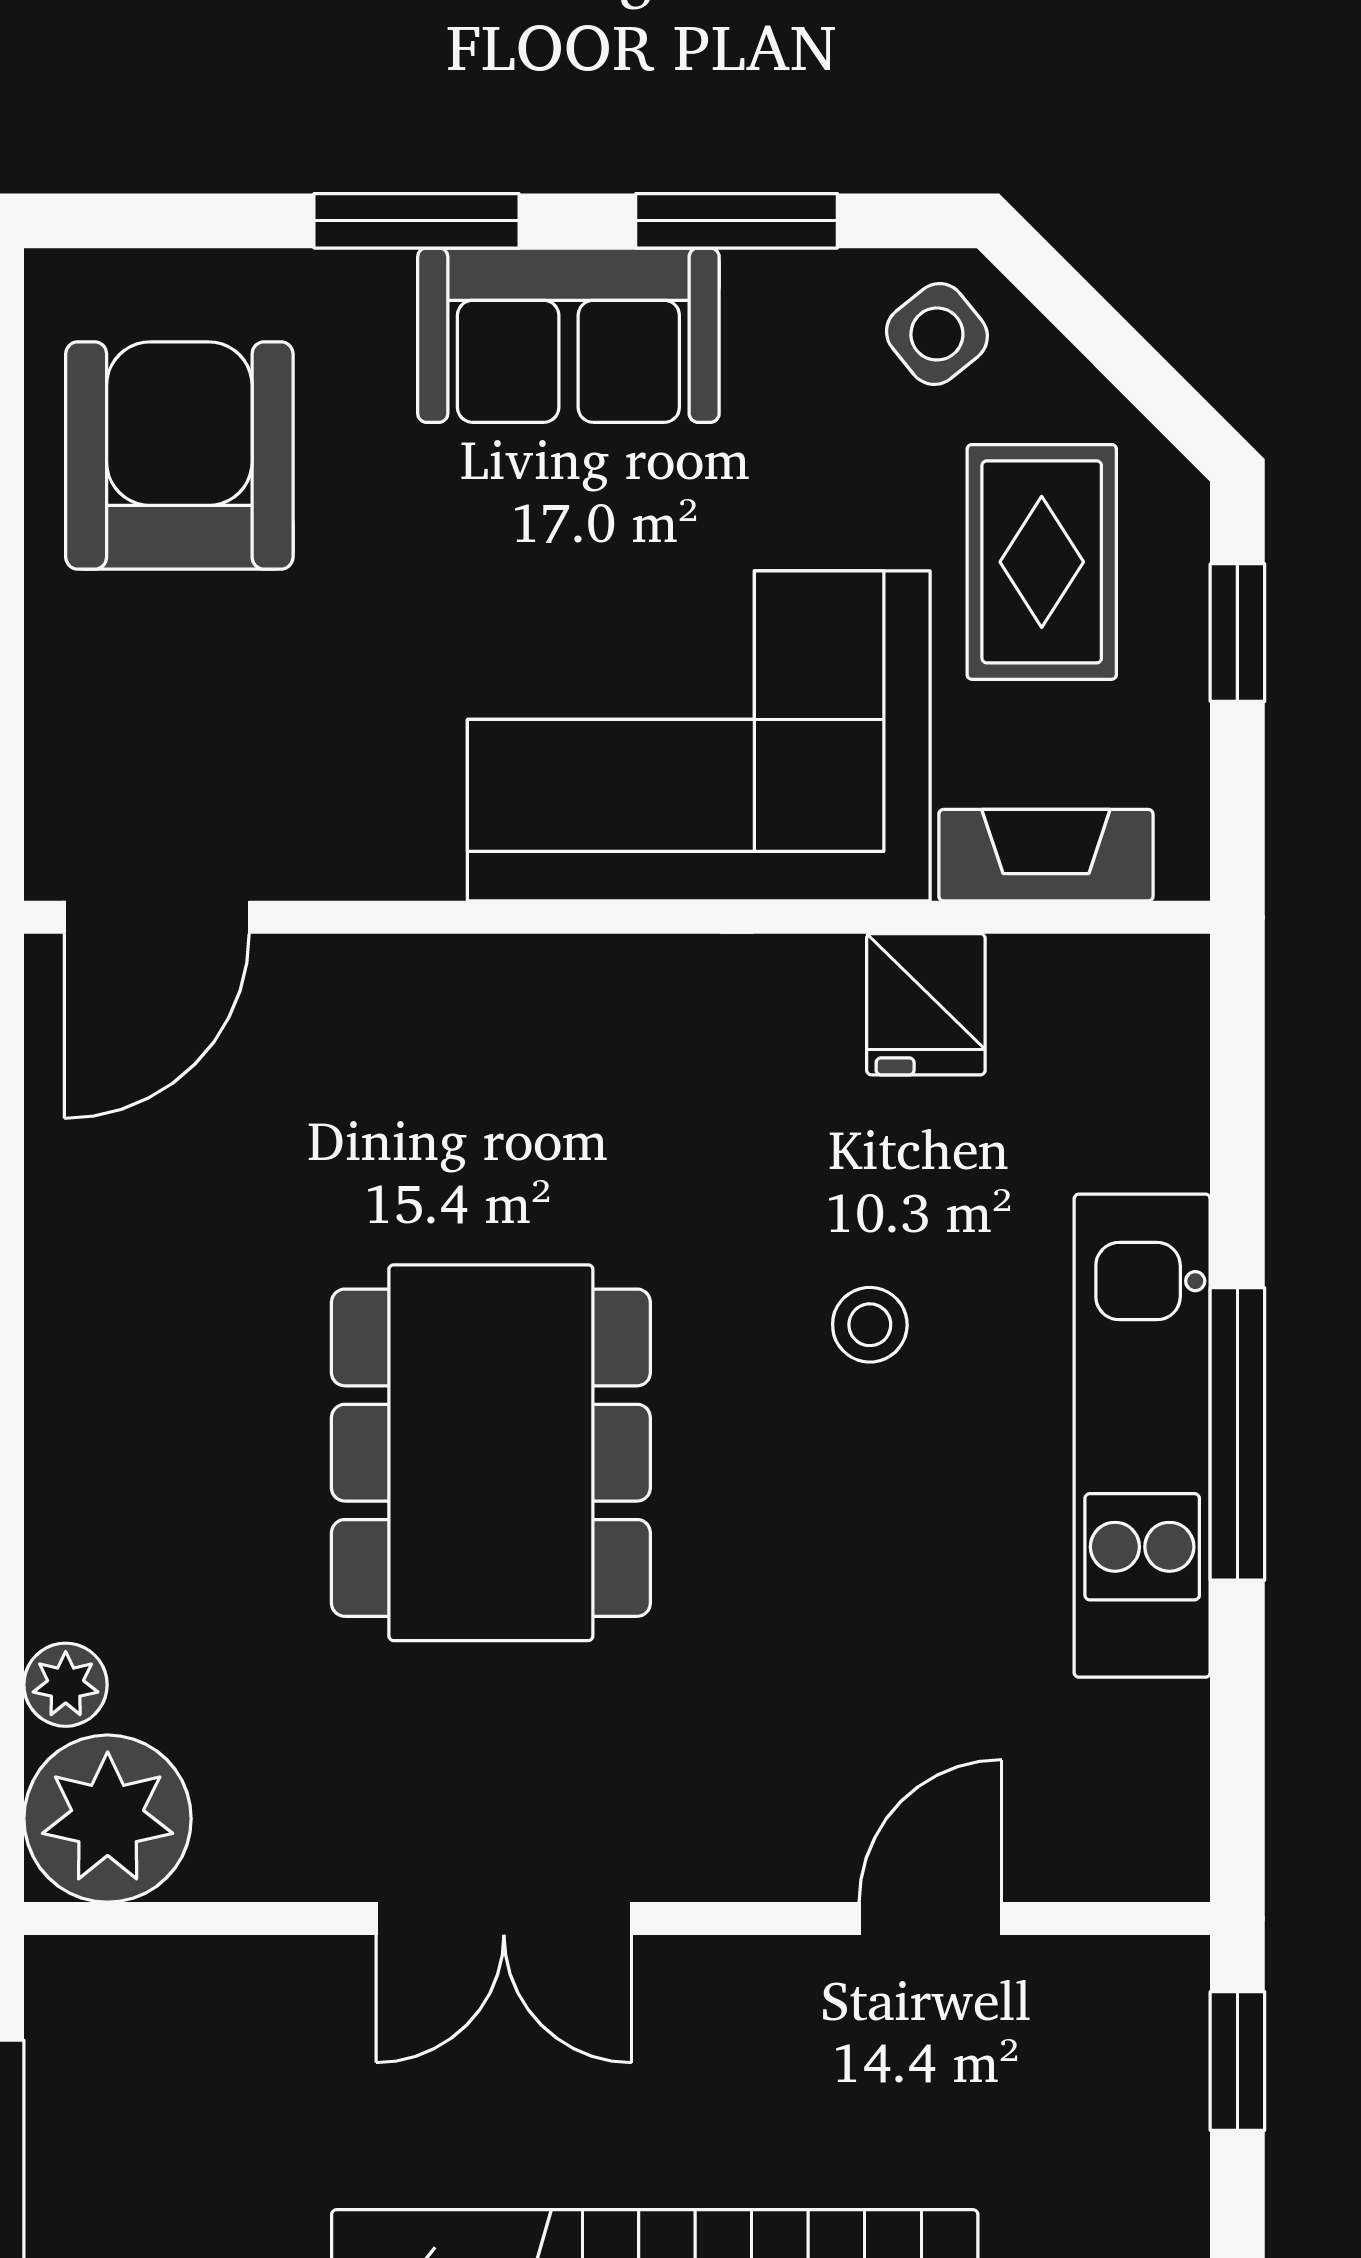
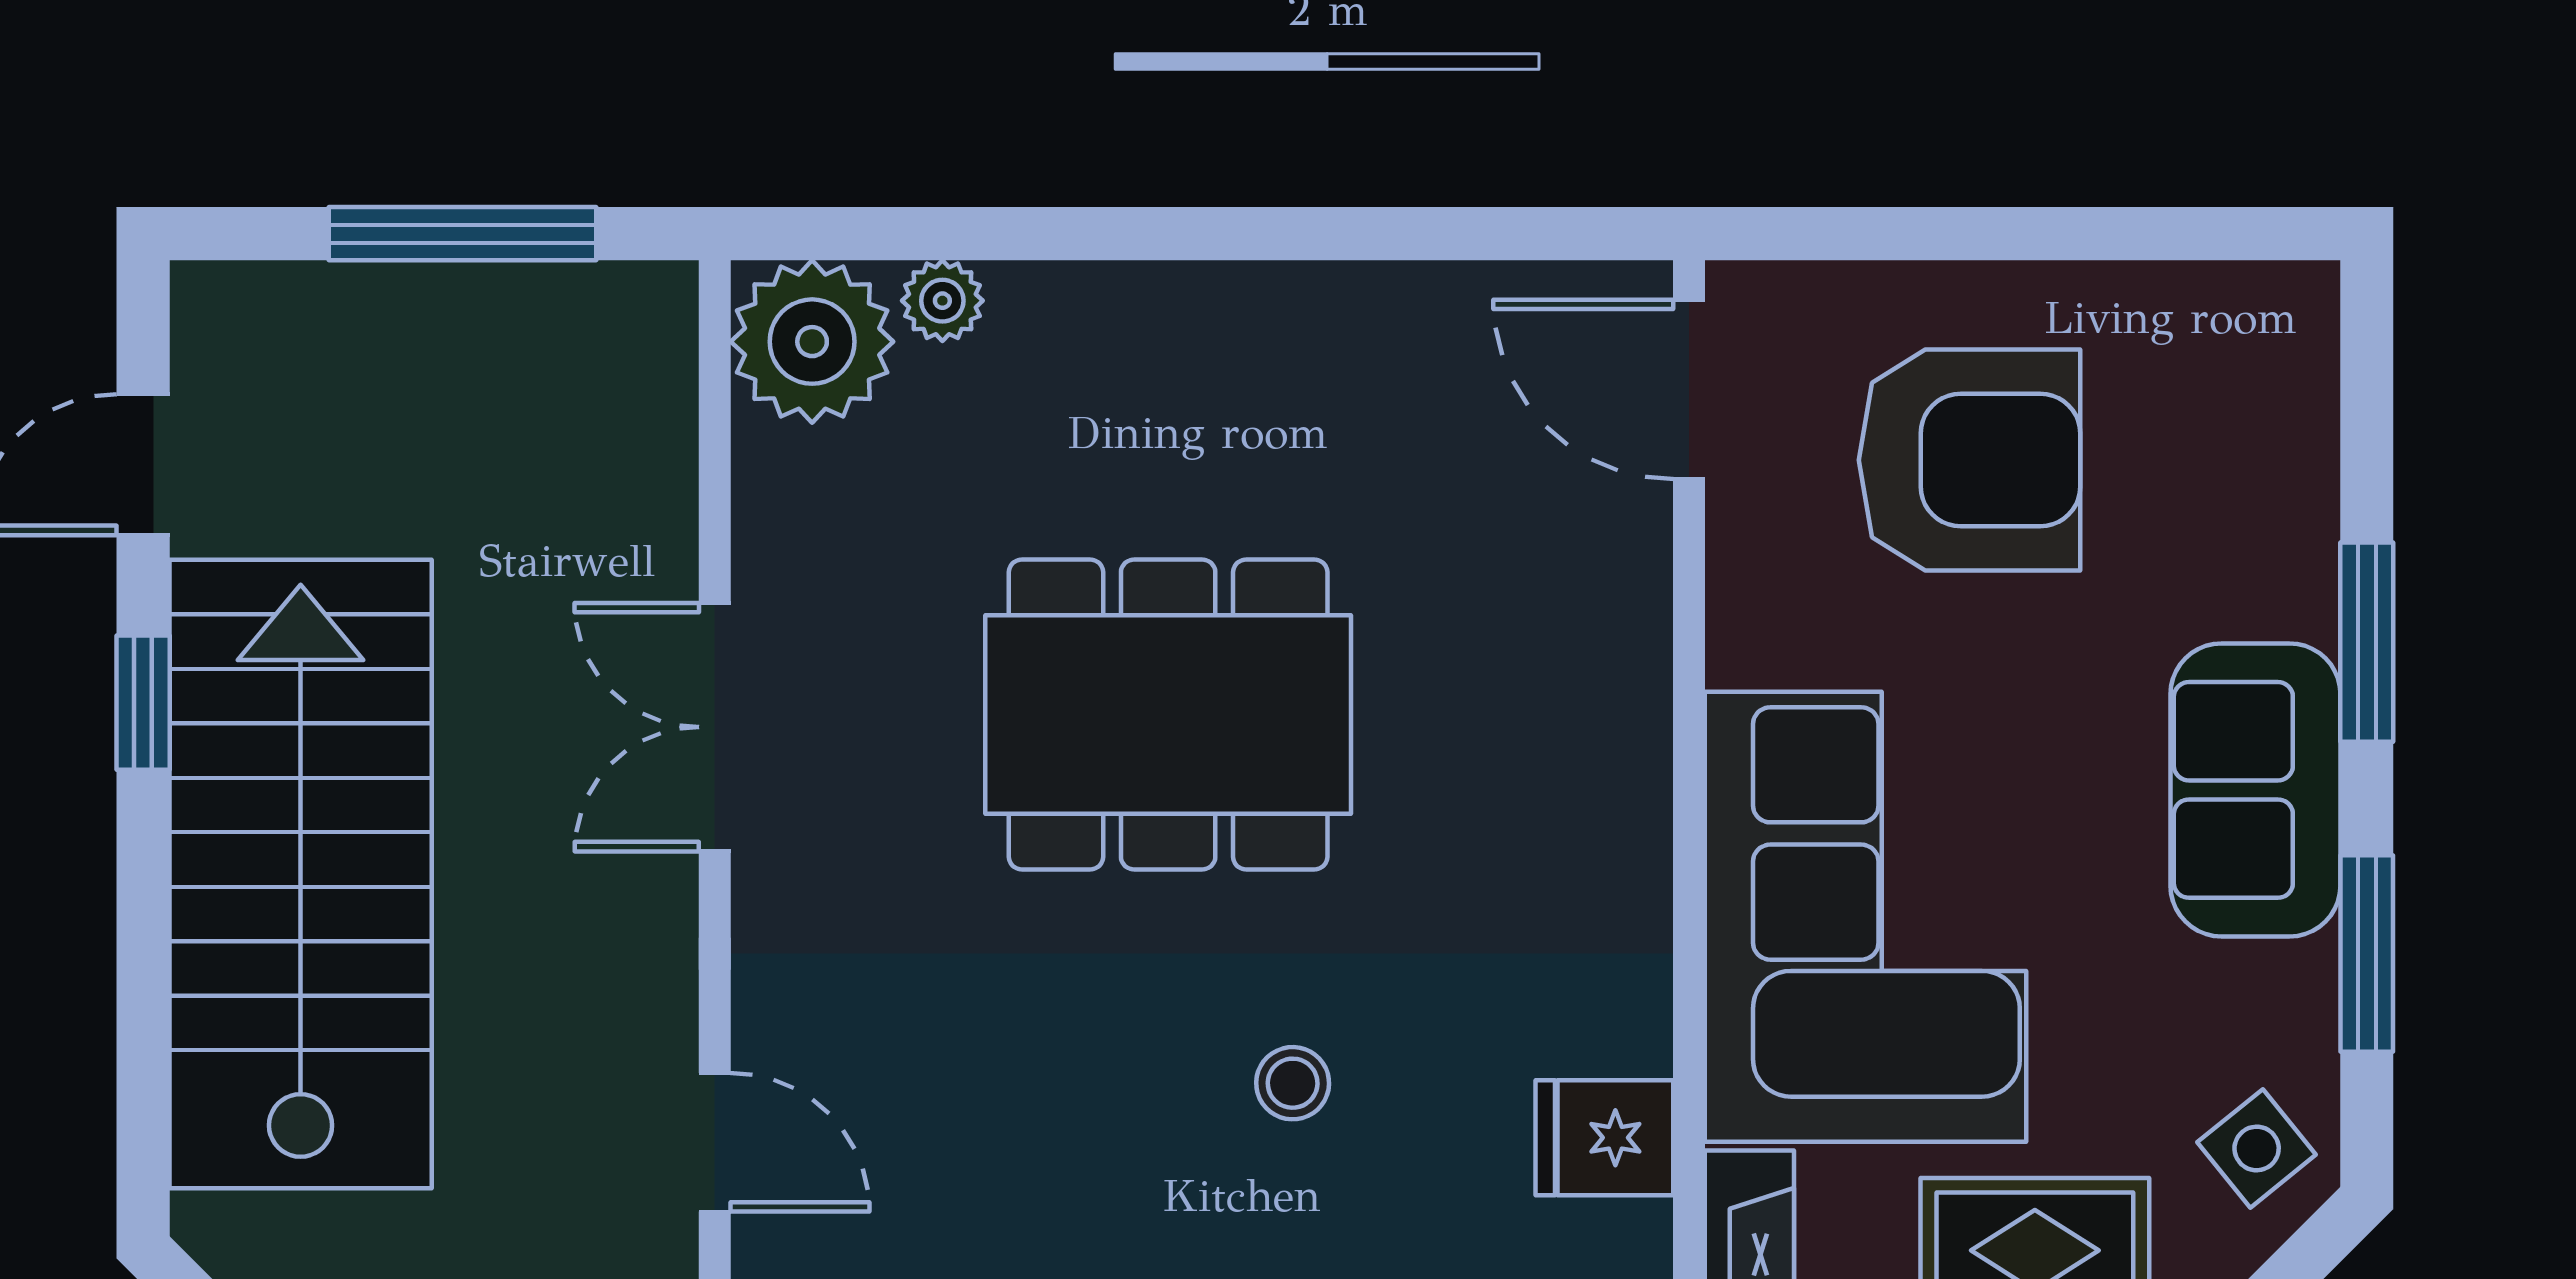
armchair: (179, 455) -> (1970, 460), moved

